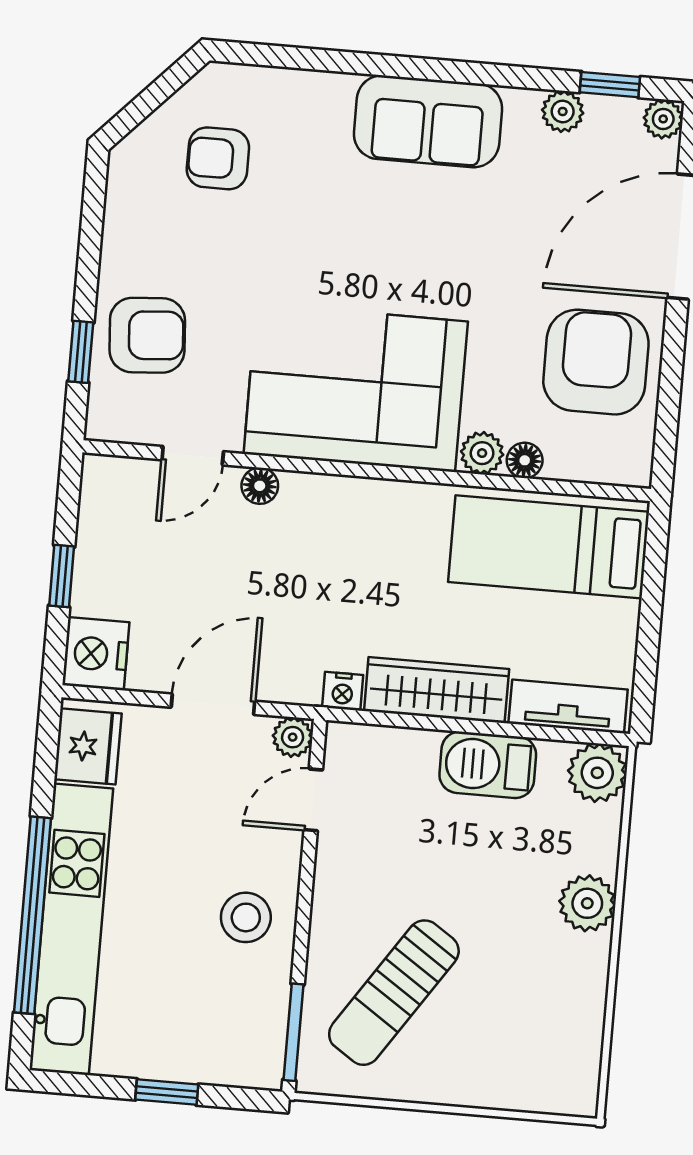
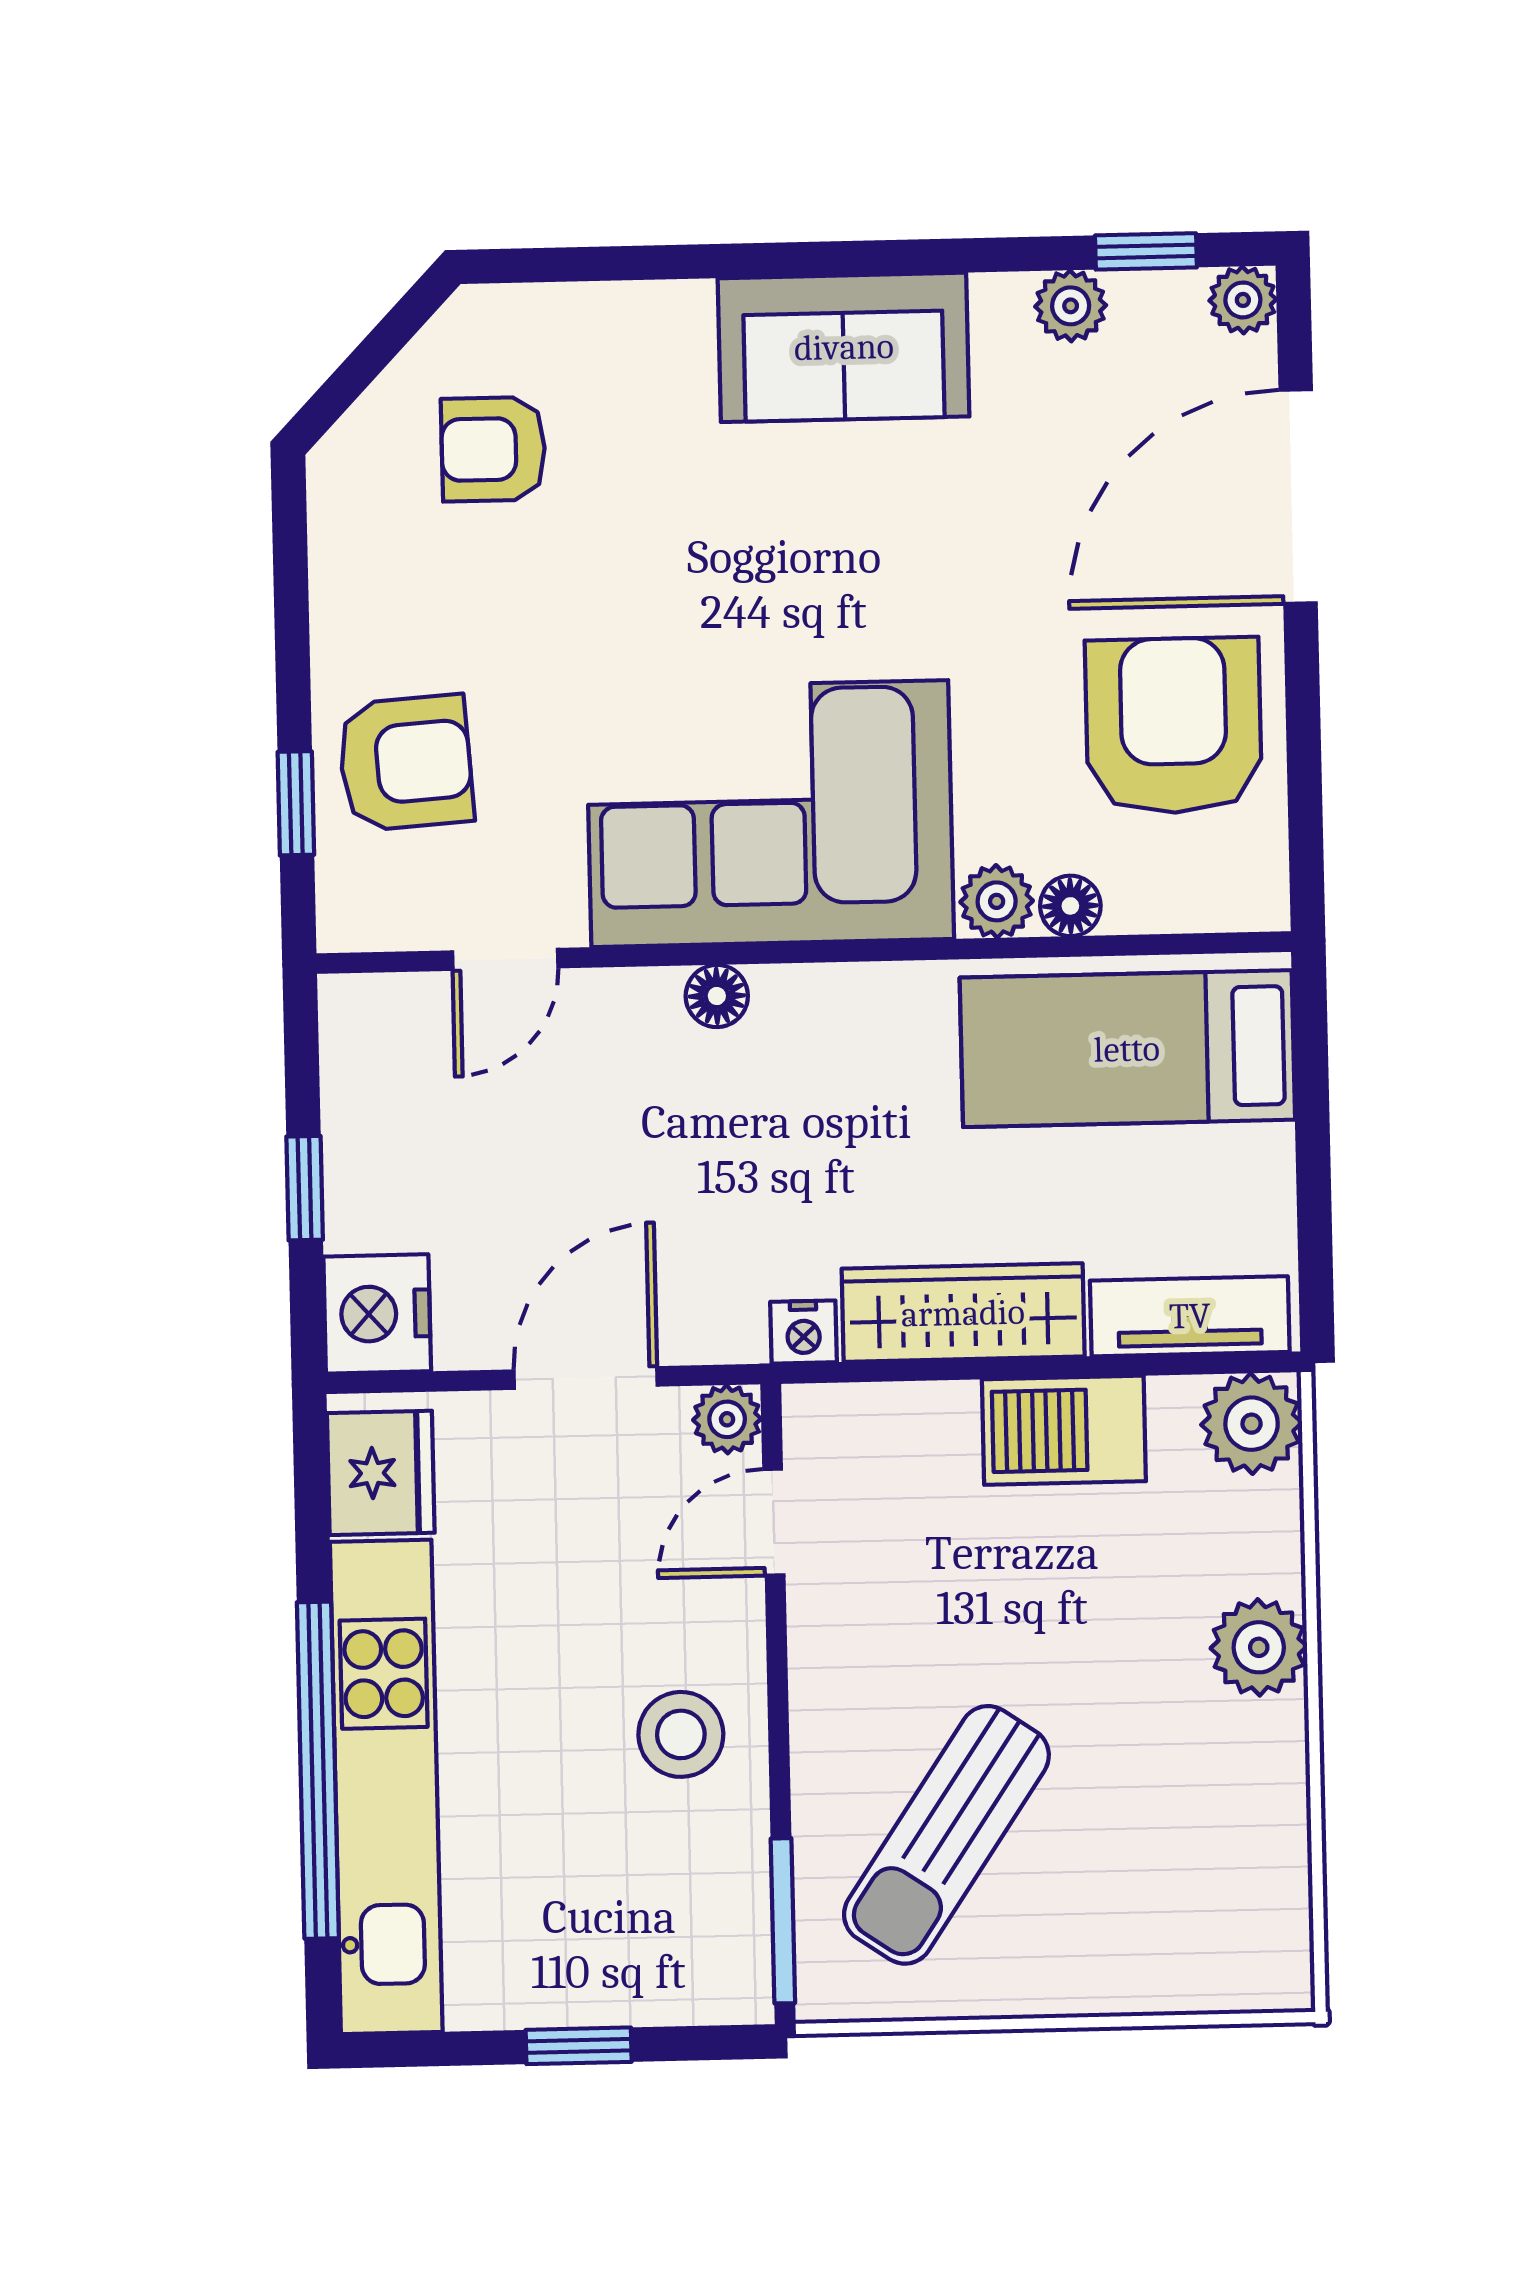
floor lamp: (260, 486) -> (717, 996), moved

